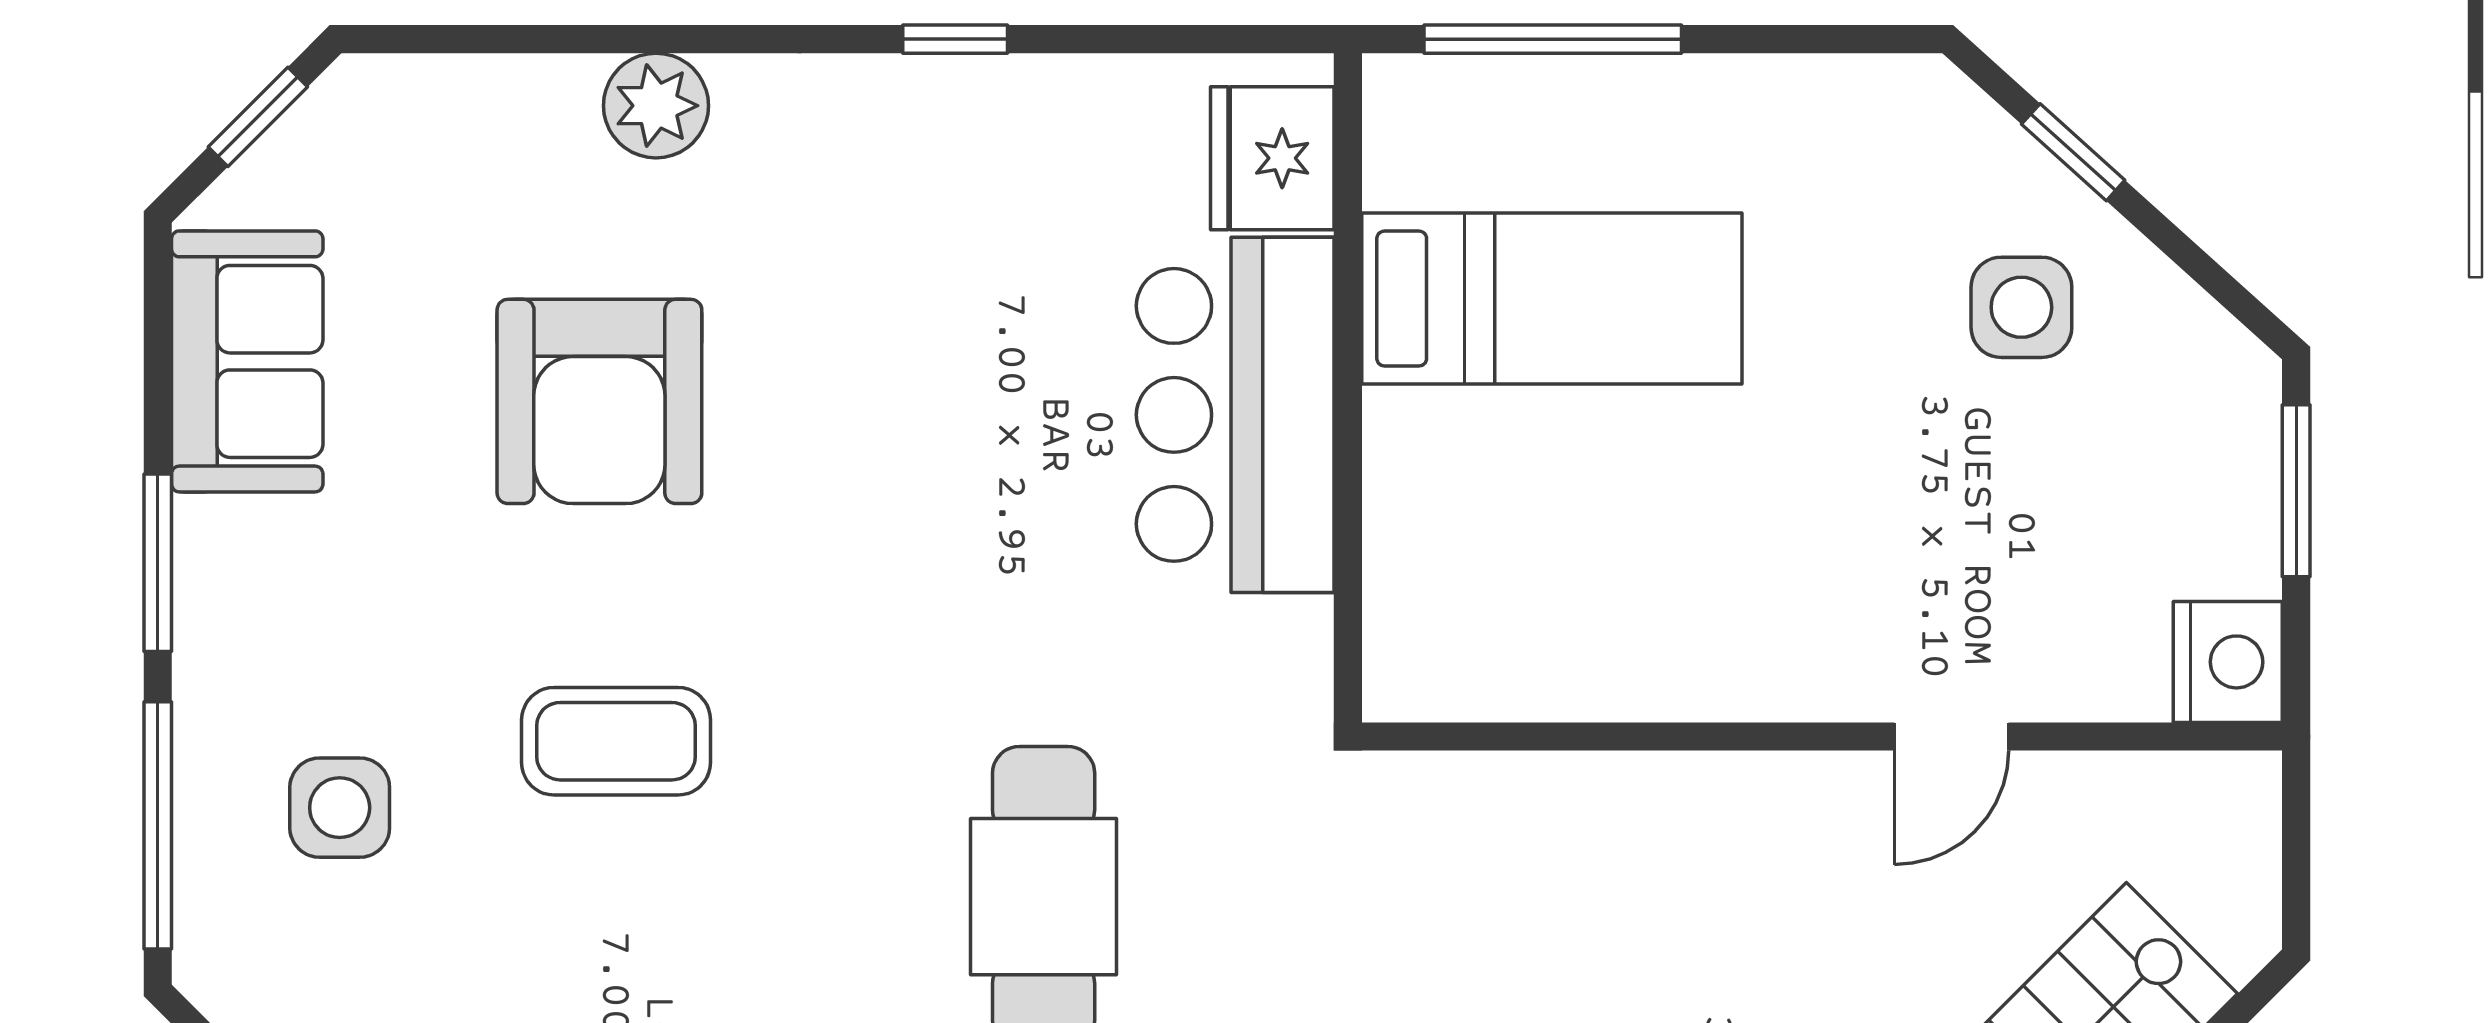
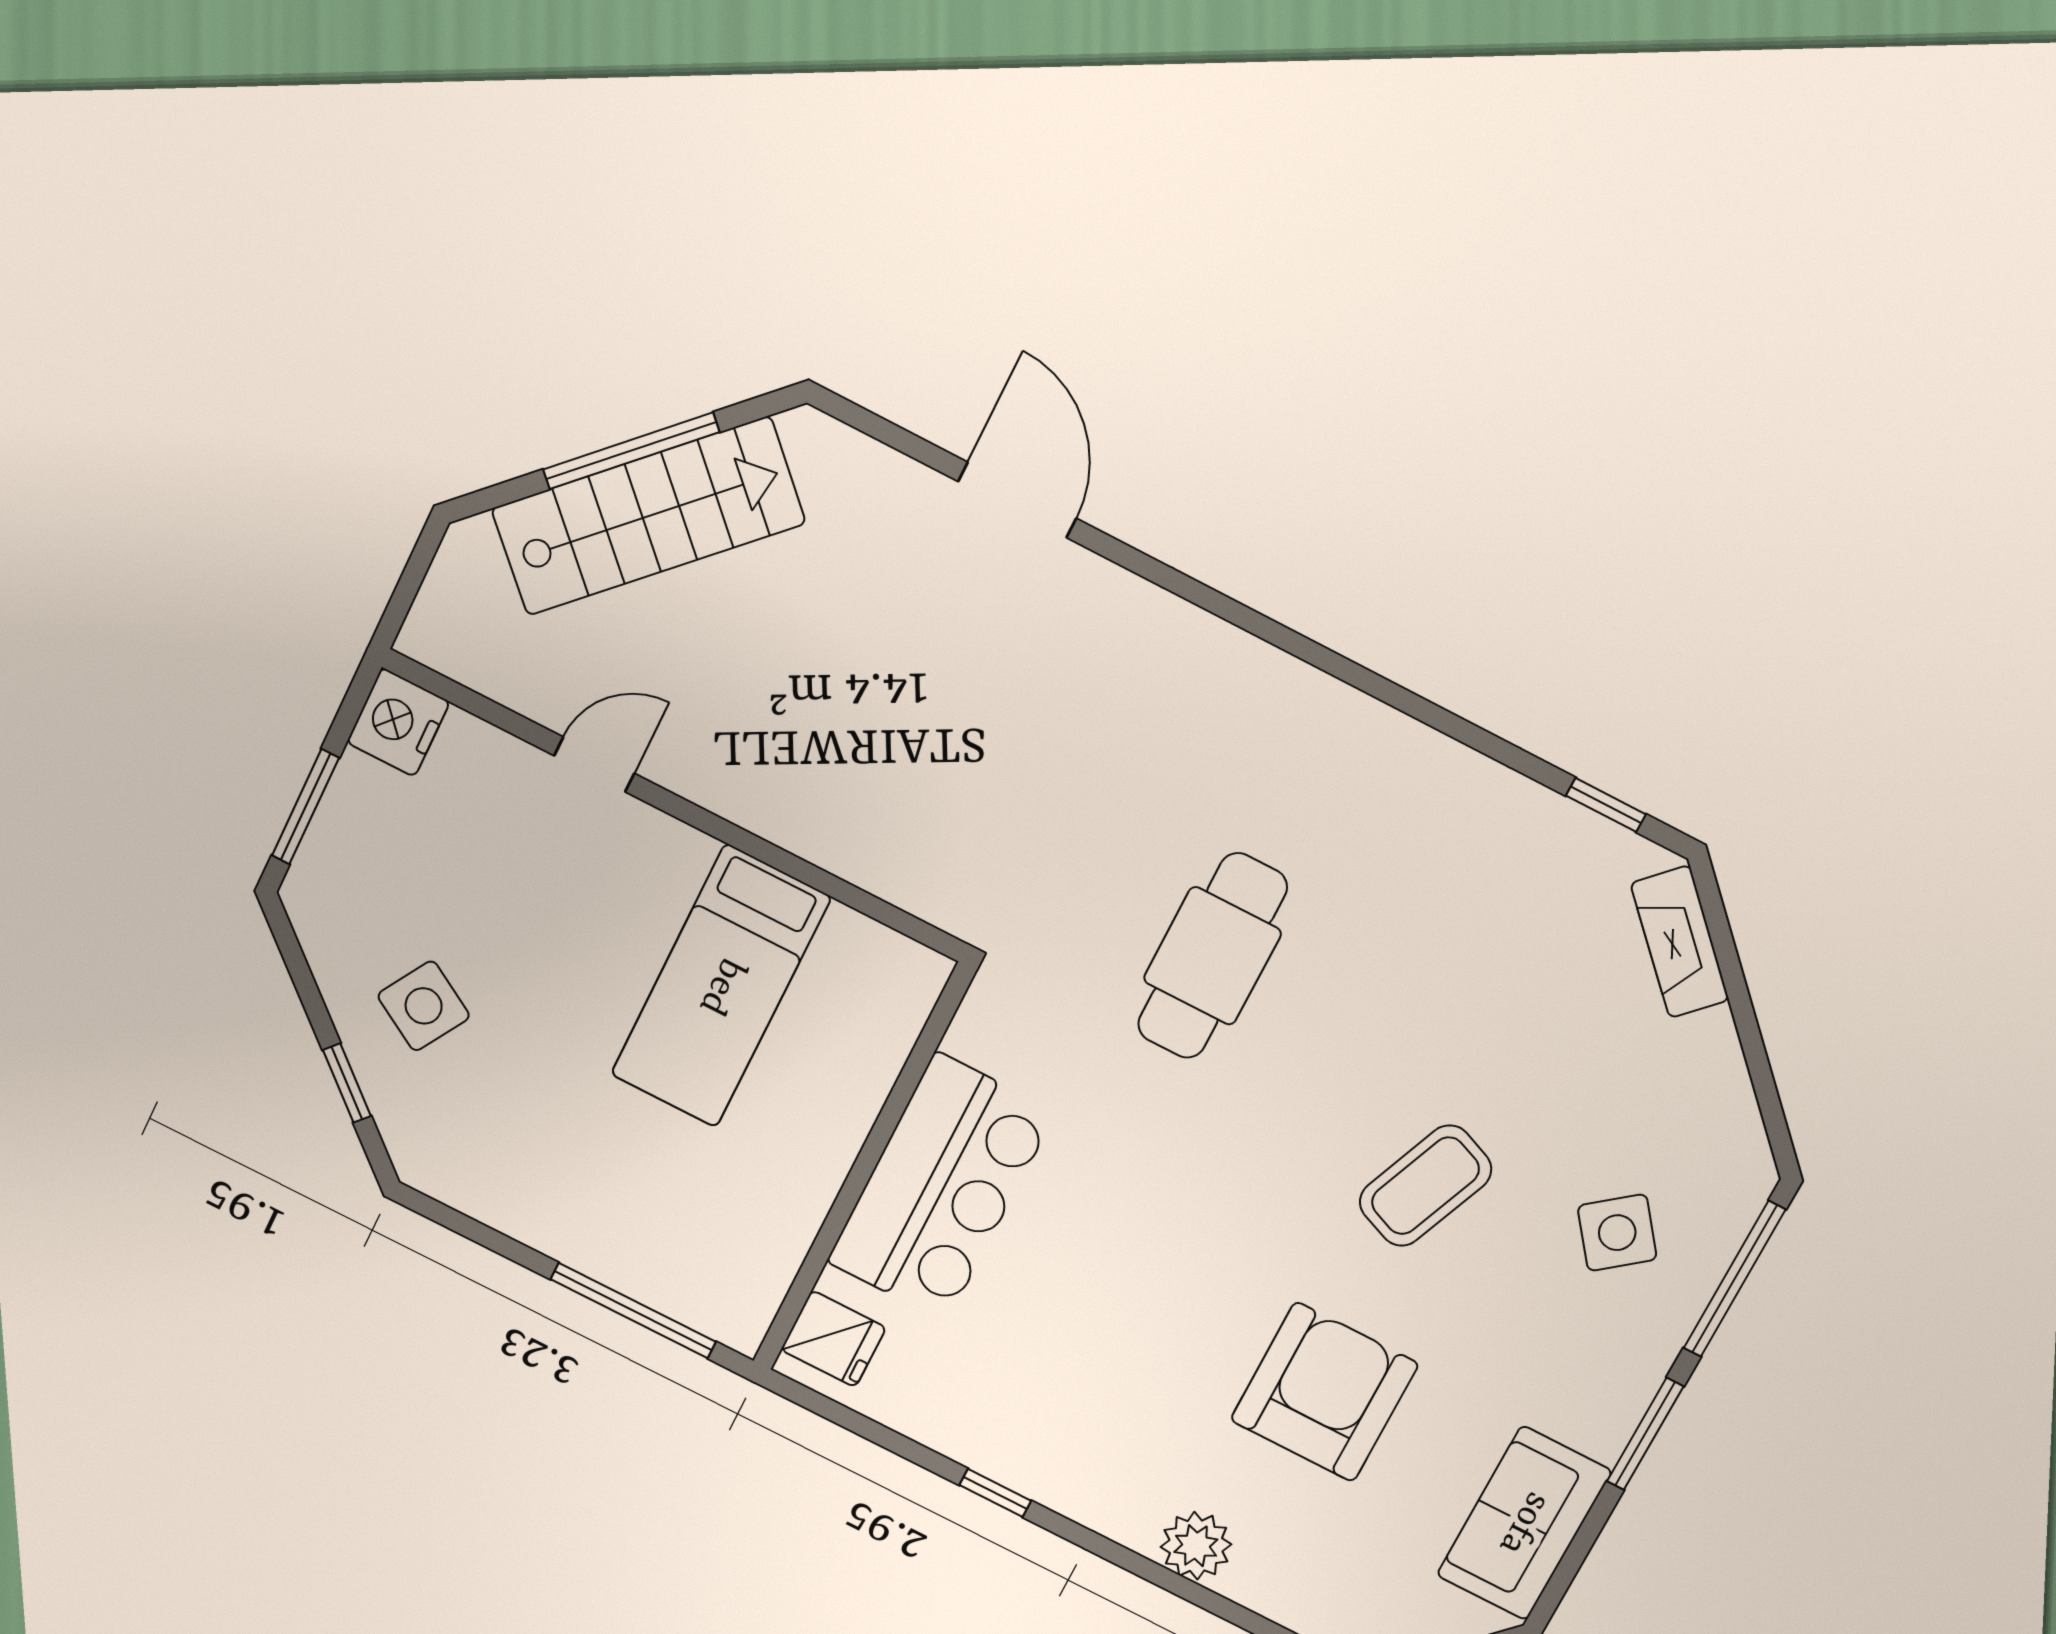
fridge: (1272, 158) -> (833, 1339), width x0.72
bed: (1552, 299) -> (721, 986), moved, turned -90
side table: (2021, 307) -> (424, 1006), turned 31
coffee table: (616, 741) -> (1425, 1186), turned -68
side table: (340, 808) -> (1617, 1233), turned -38

